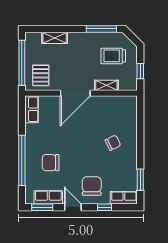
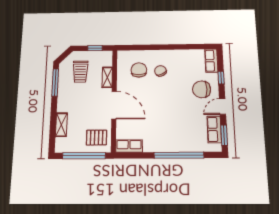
chair: (51, 163) -> (139, 70), moved, turned 180
window: (140, 180) -> (194, 47), removed

